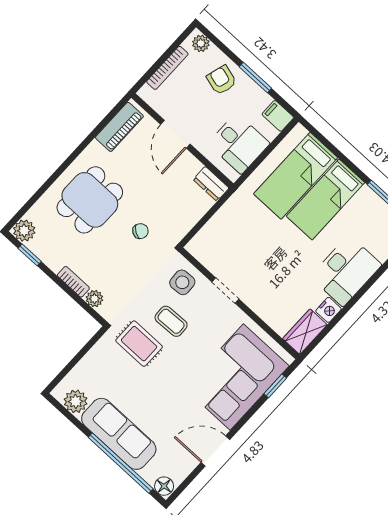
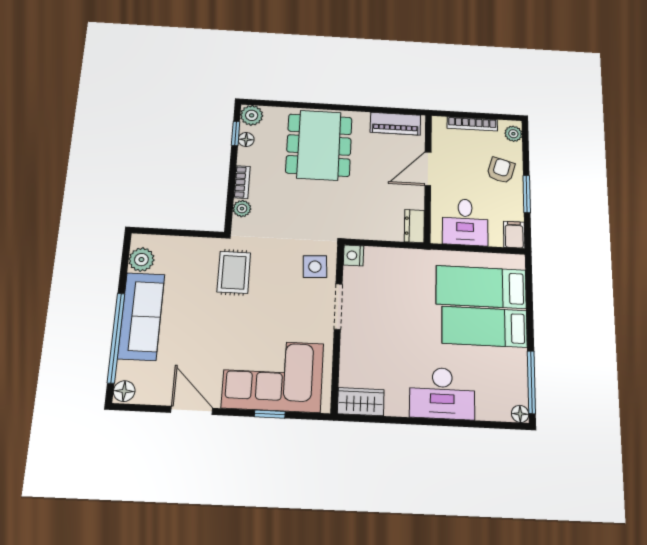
dining table: (90, 200) -> (319, 145), width x1.38
chair: (140, 231) -> (328, 202), removed
floor lamp: (41, 251) -> (246, 140), added
doorway: (225, 291) -> (338, 307), width x1.38
nightstand: (328, 310) -> (353, 255), moved, turned 90
coffee table: (171, 321) -> (275, 283), removed
window: (275, 386) -> (270, 414), moved

